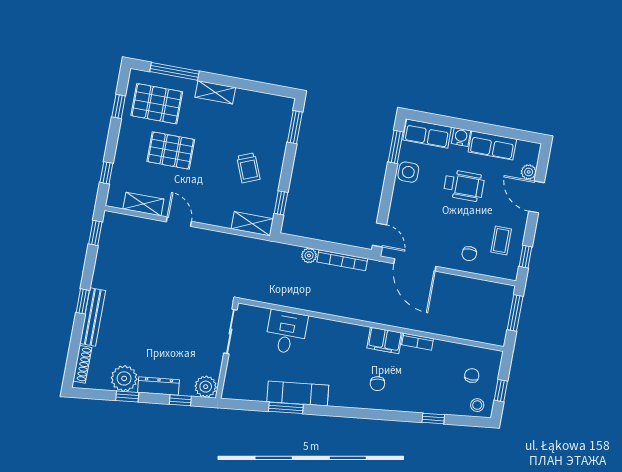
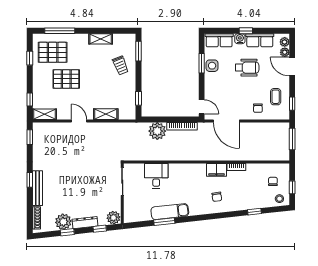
shelving: (215, 92) -> (101, 39), moved
window: (473, 126) -> (246, 31), added
window: (396, 147) -> (202, 63), moved
plant: (531, 155) -> (285, 42), added
trolley: (248, 168) -> (120, 65), moved
shelving: (143, 204) -> (45, 114), moved
shelving: (252, 224) -> (106, 114), moved
plant: (309, 255) -> (157, 131), width x1.88, depth x1.88

